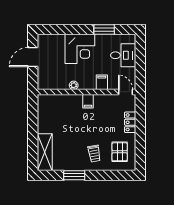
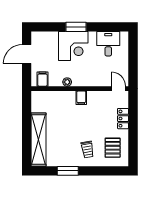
window: (104, 30) -> (76, 27), moved
desk: (123, 55) -> (108, 44), moved, turned -90
filing cabinet: (102, 82) -> (42, 79), moved
shelving: (45, 152) -> (39, 140), width x1.47

